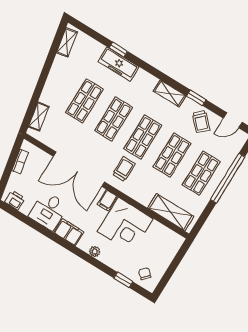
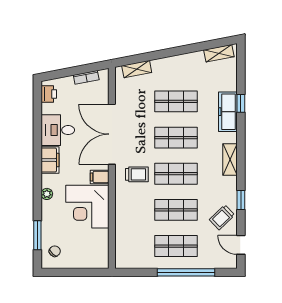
shelving: (170, 93) -> (230, 160), moved
shelving: (171, 212) -> (124, 240), removed
window: (123, 280) -> (37, 235), width x1.50

